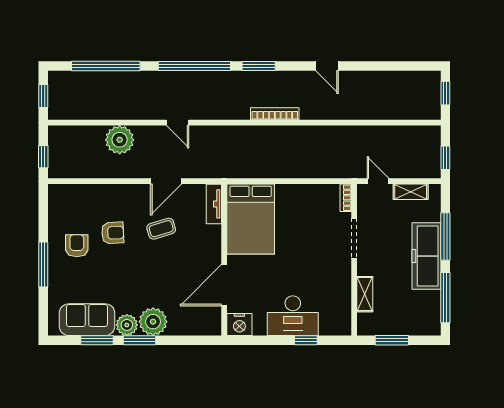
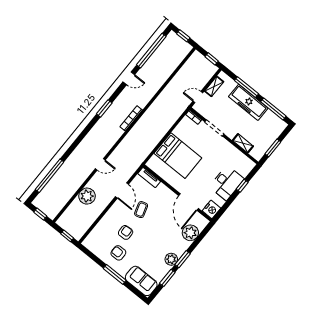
window: (194, 66) -> (151, 51), moved
bed: (251, 219) -> (178, 156), moved
sofa: (87, 320) -> (141, 281), moved, turned 90
plant: (153, 322) -> (190, 233), moved

